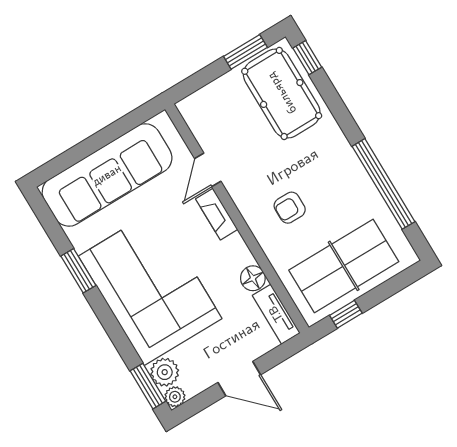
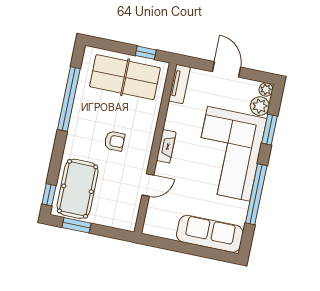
sofa: (107, 175) -> (210, 234), width x0.74, depth x0.79
armchair: (290, 208) -> (114, 141), moved
fireplace: (217, 214) -> (166, 146), moved
window: (78, 271) -> (256, 194), width x2.11
floor lamp: (253, 278) -> (175, 112), removed
window: (148, 386) -> (270, 130), moved

